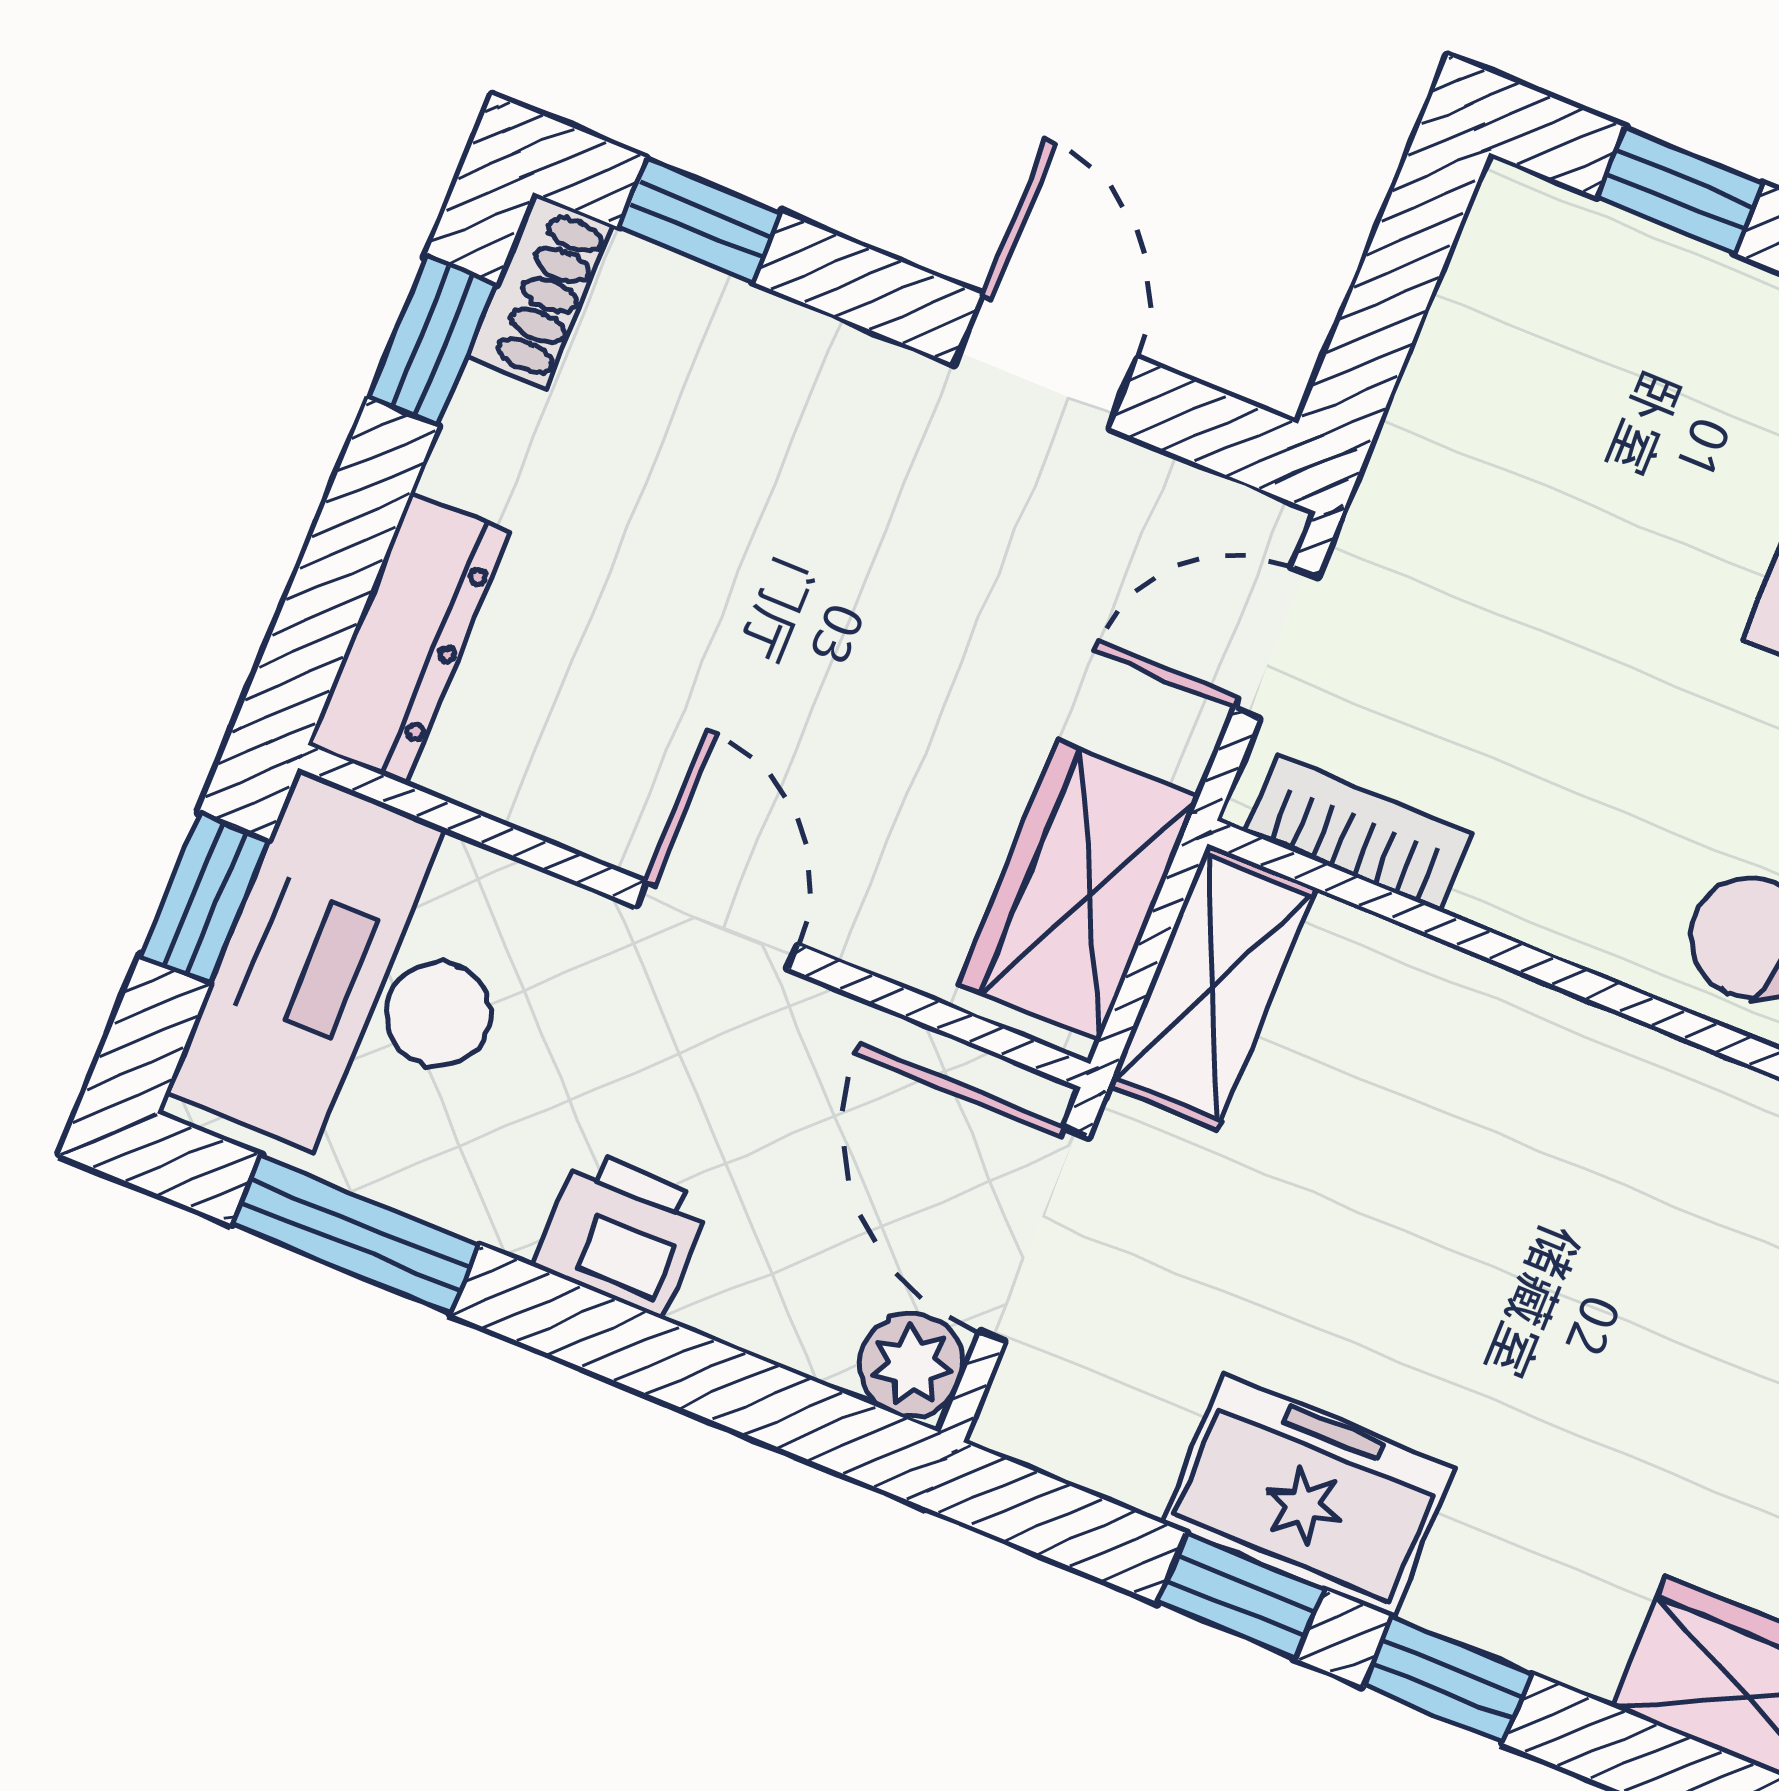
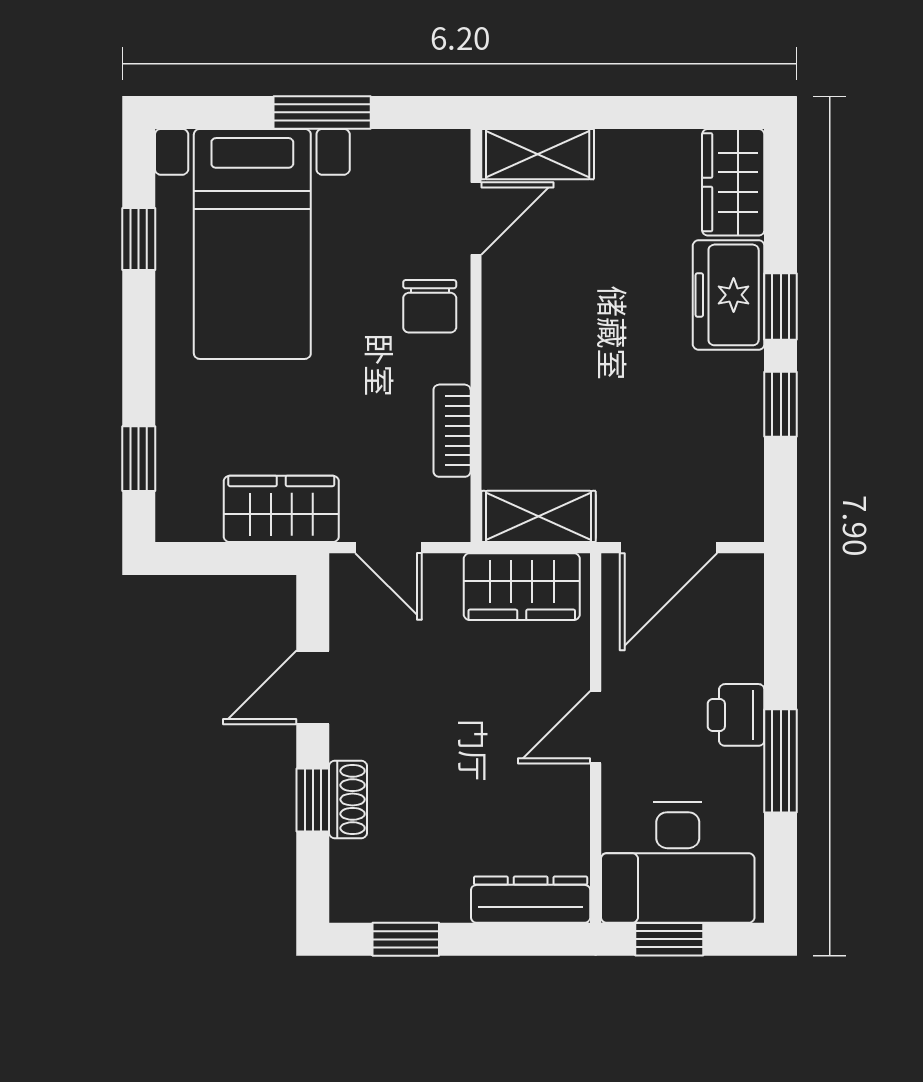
window: (701, 220) -> (313, 800), moved
shoe rack: (539, 291) -> (348, 799), moved, turned 90
wardrobe: (1451, 449) -> (281, 509), added
bookcase: (1359, 833) -> (452, 431), moved
window: (356, 1235) -> (781, 761), moved
plant: (912, 1365) -> (742, 576), removed
freezer: (1308, 1495) -> (729, 295), moved

